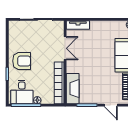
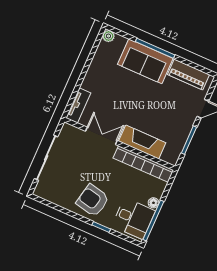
armchair: (22, 61) -> (93, 200), turned -78
fireplace: (73, 89) -> (142, 142), moved

